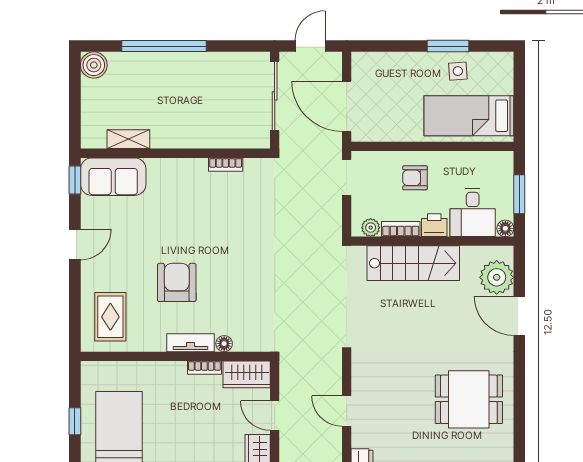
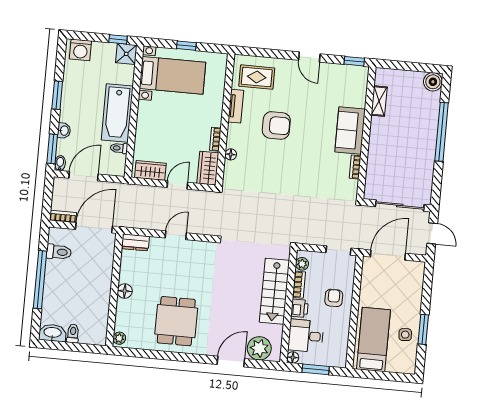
sofa: (113, 177) -> (350, 130), moved
tv unit: (190, 343) -> (236, 106), moved

